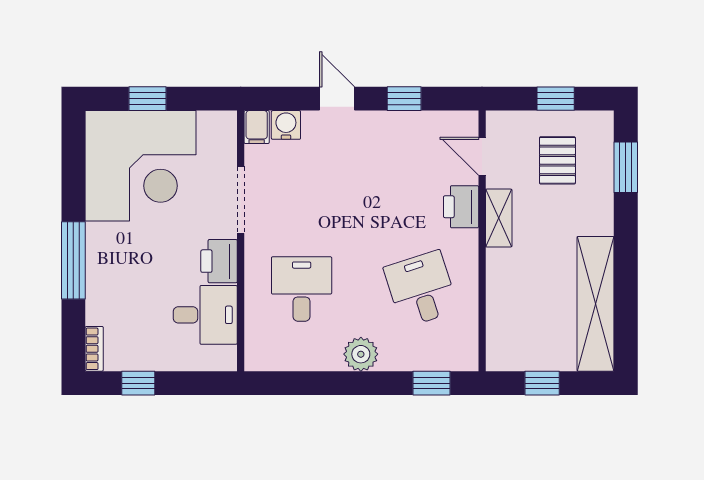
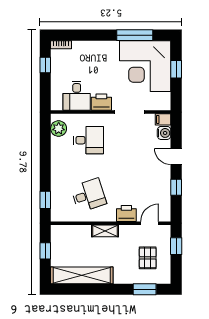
door: (337, 99) -> (176, 156), swing flipped
window: (556, 99) -> (176, 246), moved
pallet: (557, 160) -> (148, 258), turned 90
shelving: (499, 218) -> (105, 231), moved
window: (73, 260) -> (135, 35), moved
plant: (361, 354) -> (59, 129), moved

